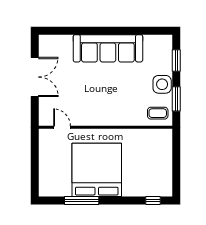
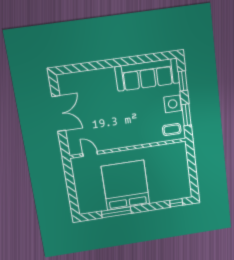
sofa: (108, 48) -> (147, 75), moved

